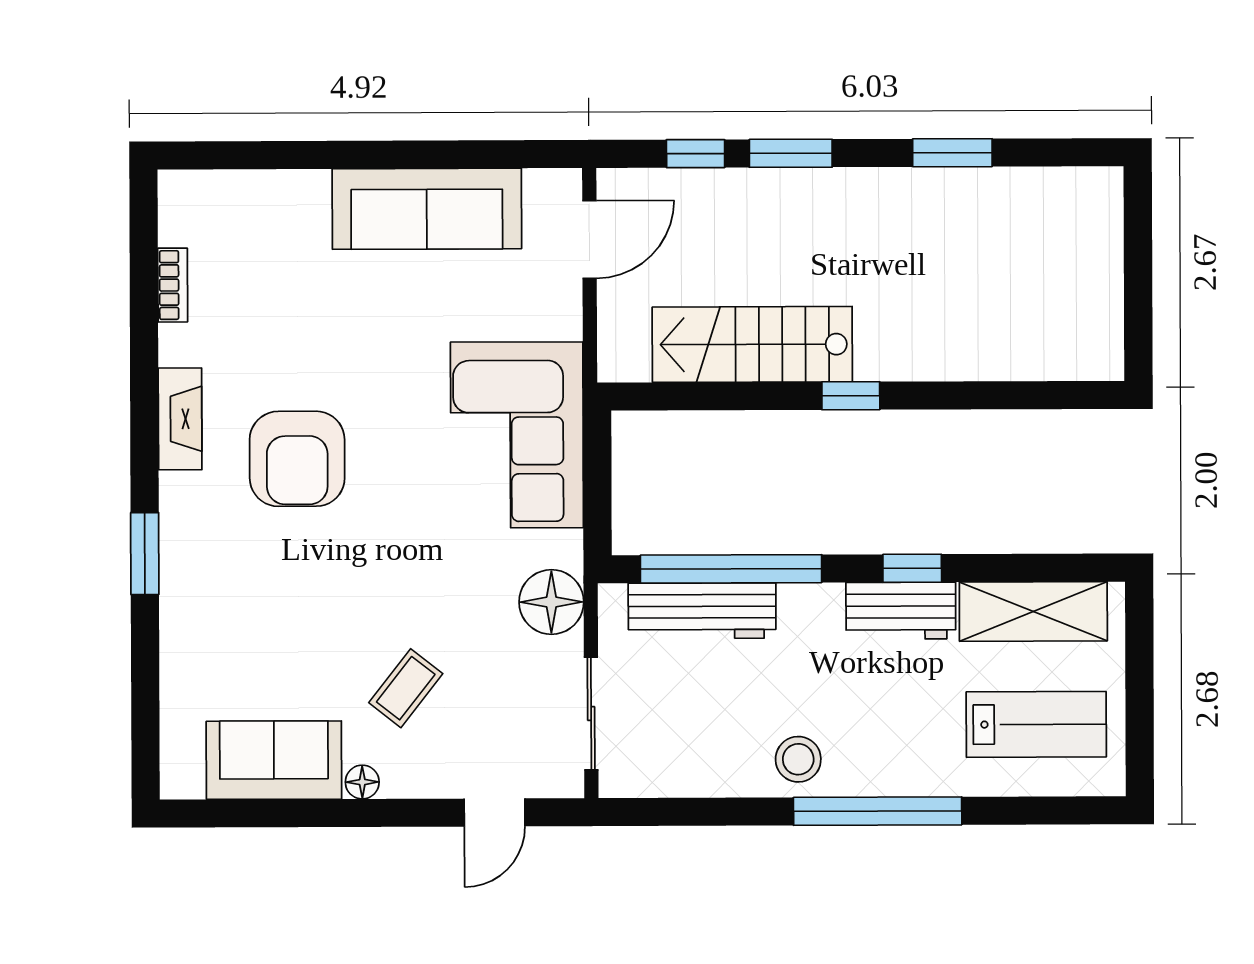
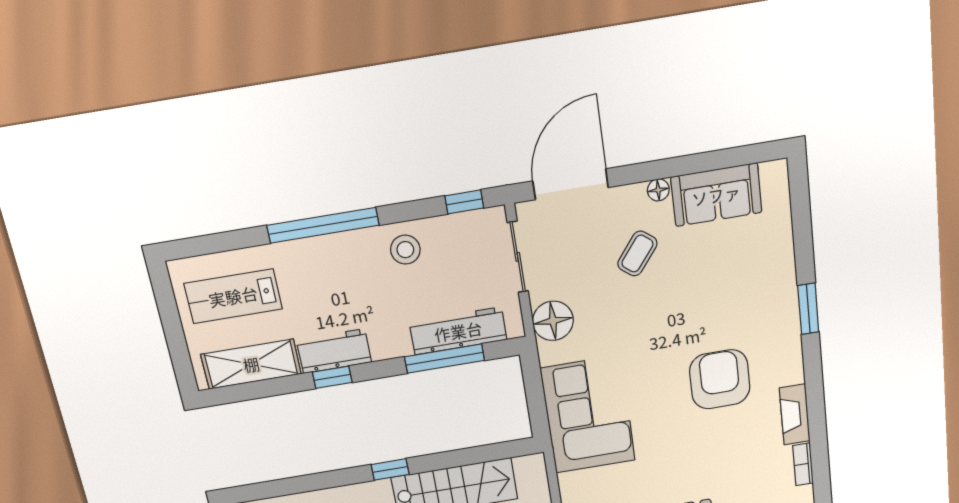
fireplace: (180, 419) -> (795, 414), moved
window: (731, 569) -> (444, 359), width x0.68
stool: (798, 759) -> (405, 250), moved
door: (495, 812) -> (571, 184), width x1.87
window: (659, 812) -> (464, 202), added

